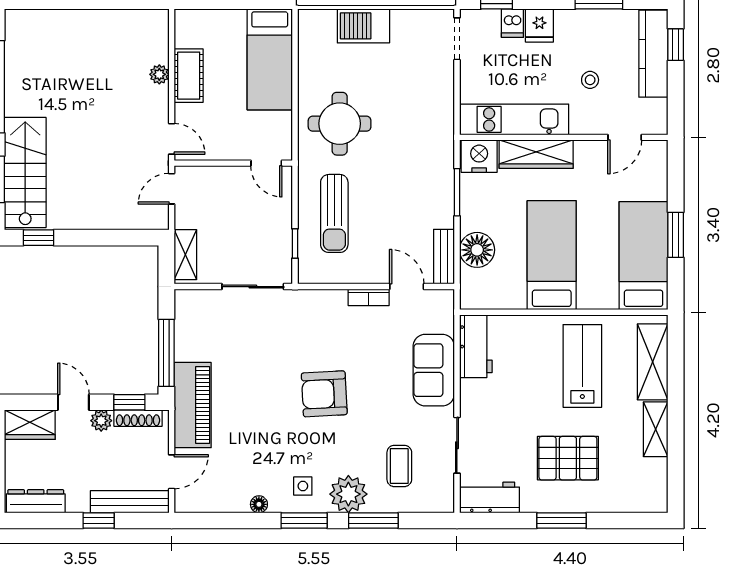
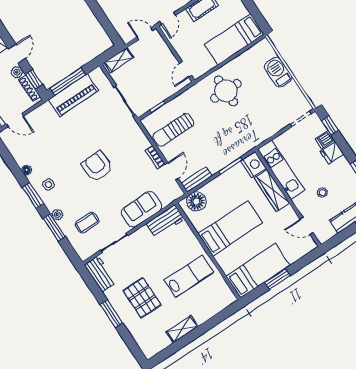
sun lounger: (334, 213) -> (173, 130), moved
floor lamp: (477, 250) -> (196, 201), moved
shelving: (653, 362) -> (212, 307), removed
piano: (193, 405) -> (73, 95), moved
plant: (348, 494) -> (57, 215), width x0.53, depth x0.53

